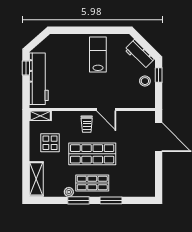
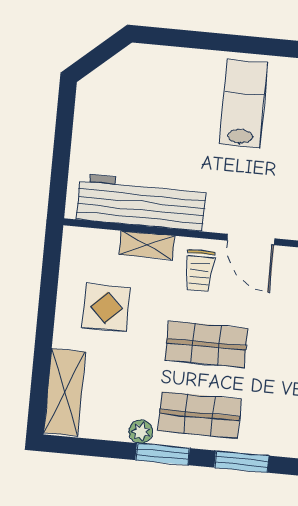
window: (26, 68) -> (65, 120), removed
workbench: (39, 79) -> (141, 202), moved, turned -90
shelving: (40, 116) -> (147, 245), moved
shop shelf: (92, 154) -> (206, 344), width x0.70, depth x0.74

